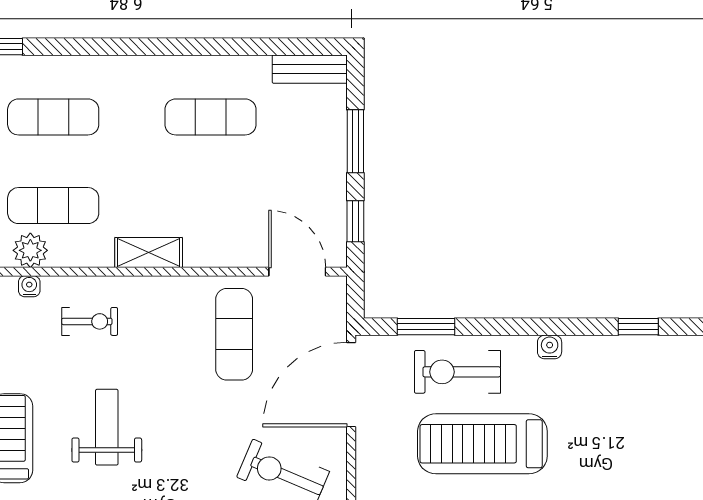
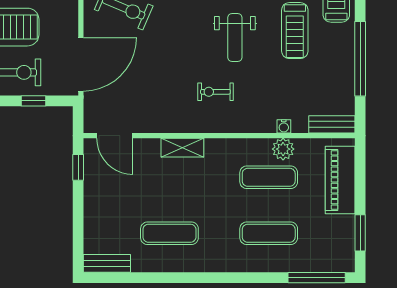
window: (355, 141) -> (78, 218), removed
shelving: (149, 253) -> (182, 148), moved
exercise bike: (90, 321) -> (215, 92), moved
window: (426, 327) -> (33, 101), width x0.67
exercise mat: (234, 334) -> (155, 96), removed

